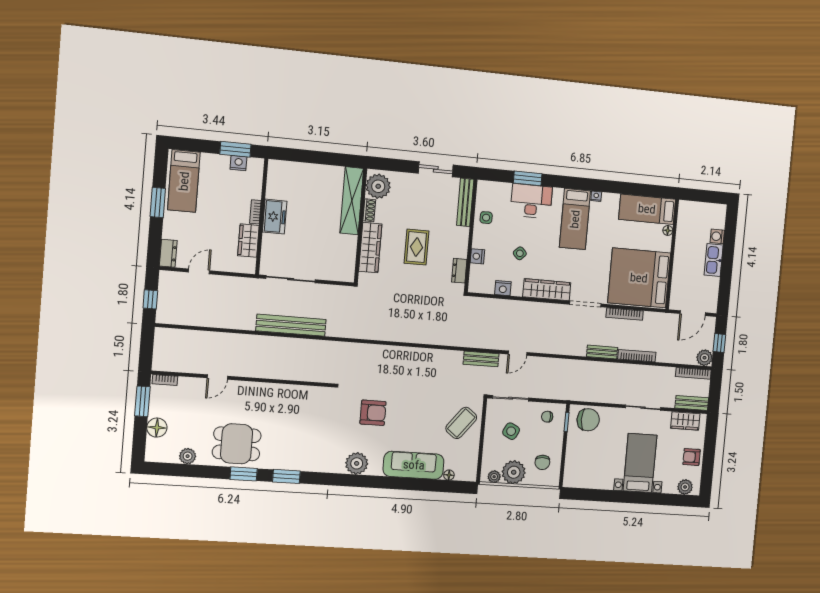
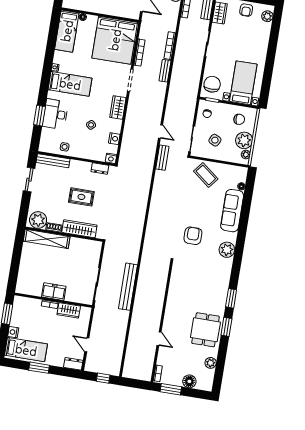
nightstand: (238, 163) -> (13, 332), moved
nightstand: (477, 256) -> (111, 158), moved
wardrobe: (547, 290) -> (118, 108), width x0.67
bed with nightstands: (640, 463) -> (243, 83), moved, turned 90

